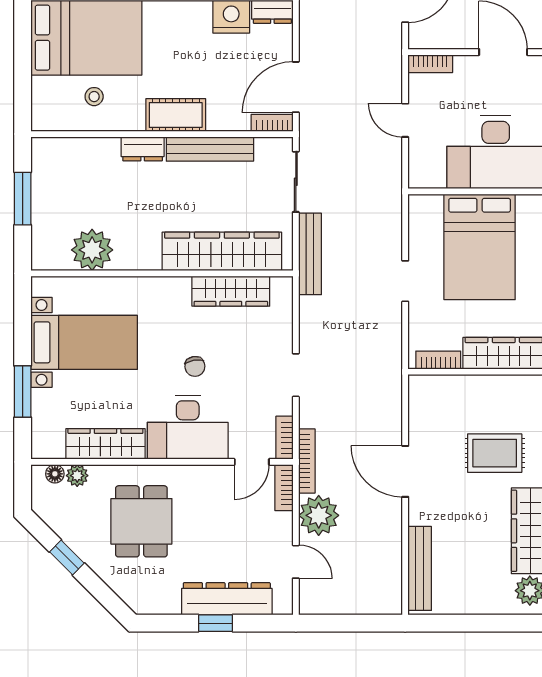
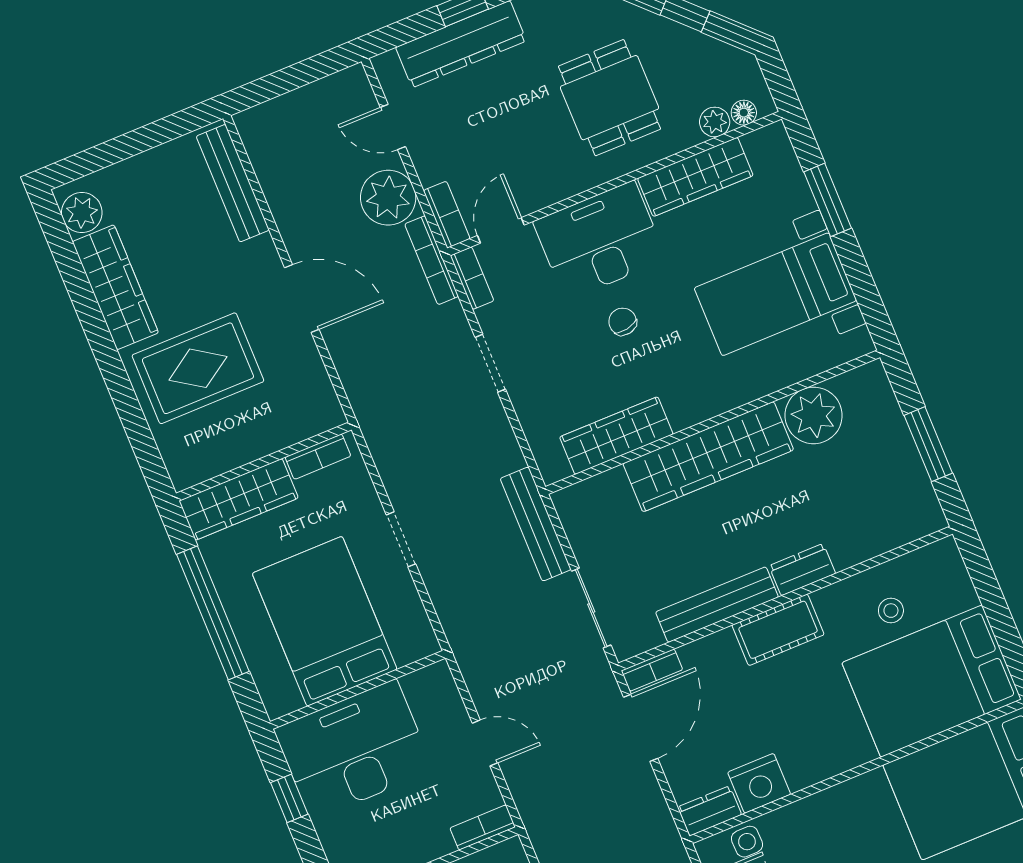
wardrobe: (222, 251) -> (708, 457), moved
rug: (495, 453) -> (198, 368), width x1.36, depth x1.43

